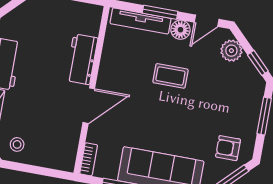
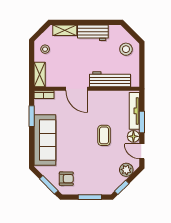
stool: (40, 16) -> (126, 49), added
workbench: (82, 59) -> (110, 79), width x1.38
armchair: (228, 148) -> (66, 179), turned 90
shelving: (56, 160) -> (40, 74), added

